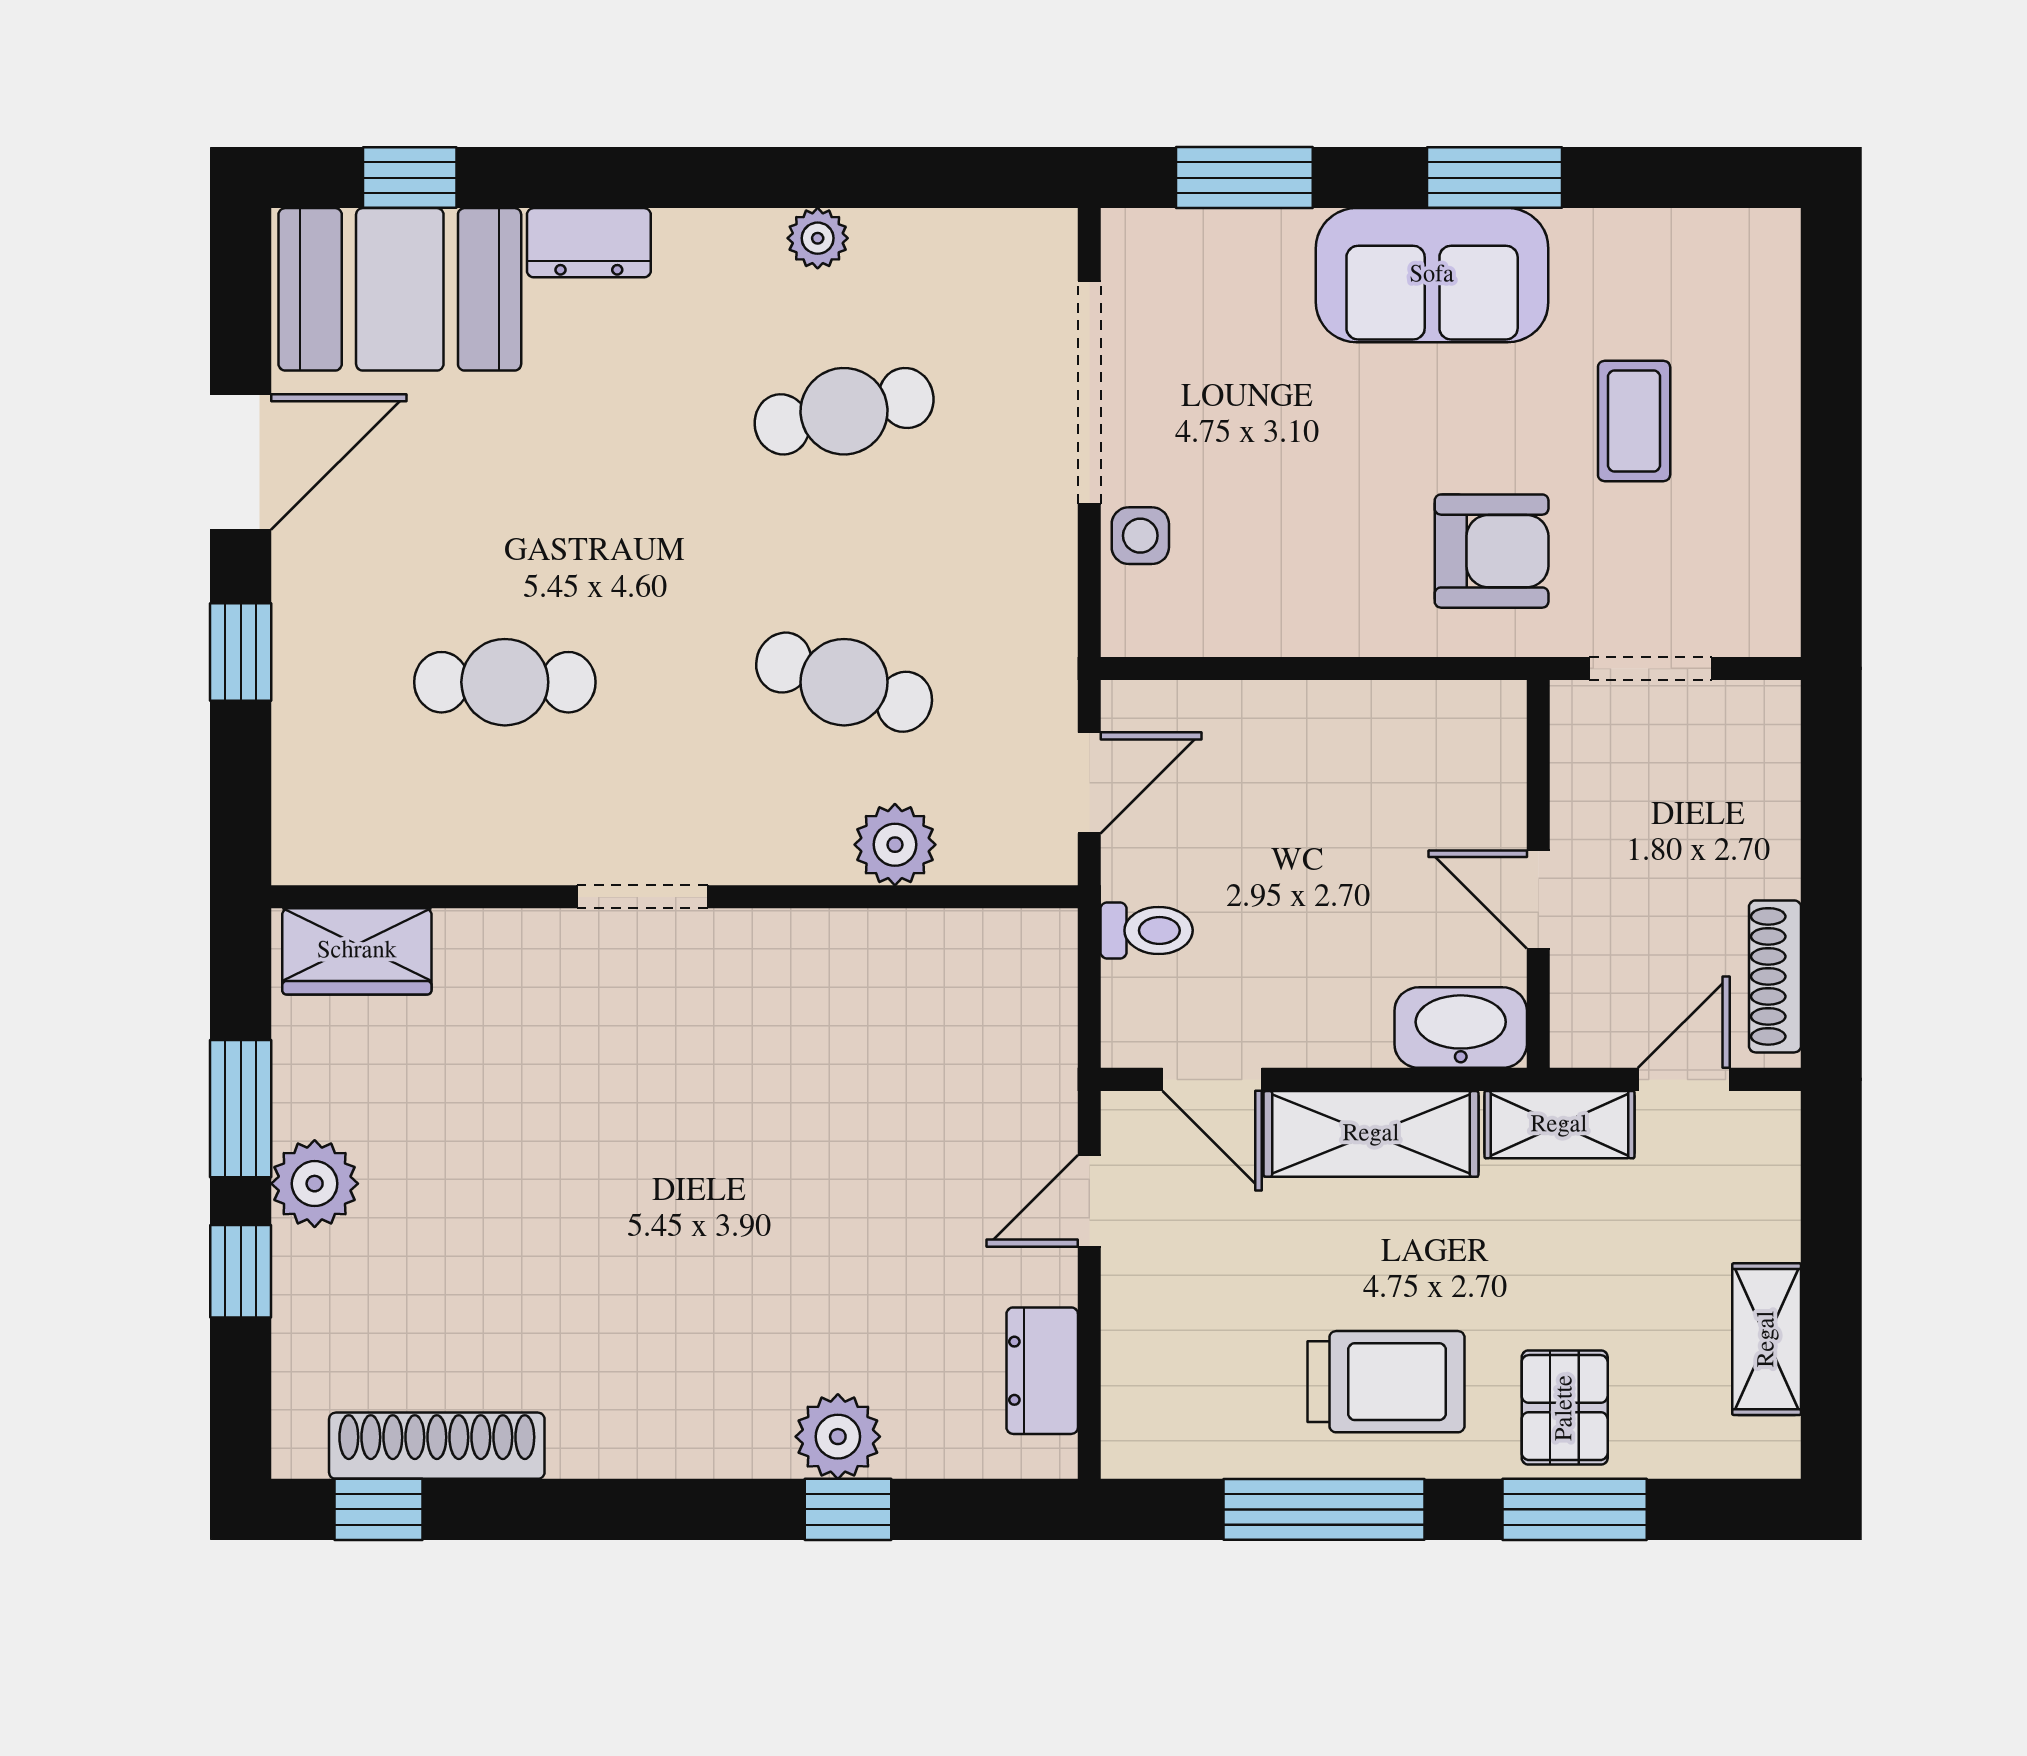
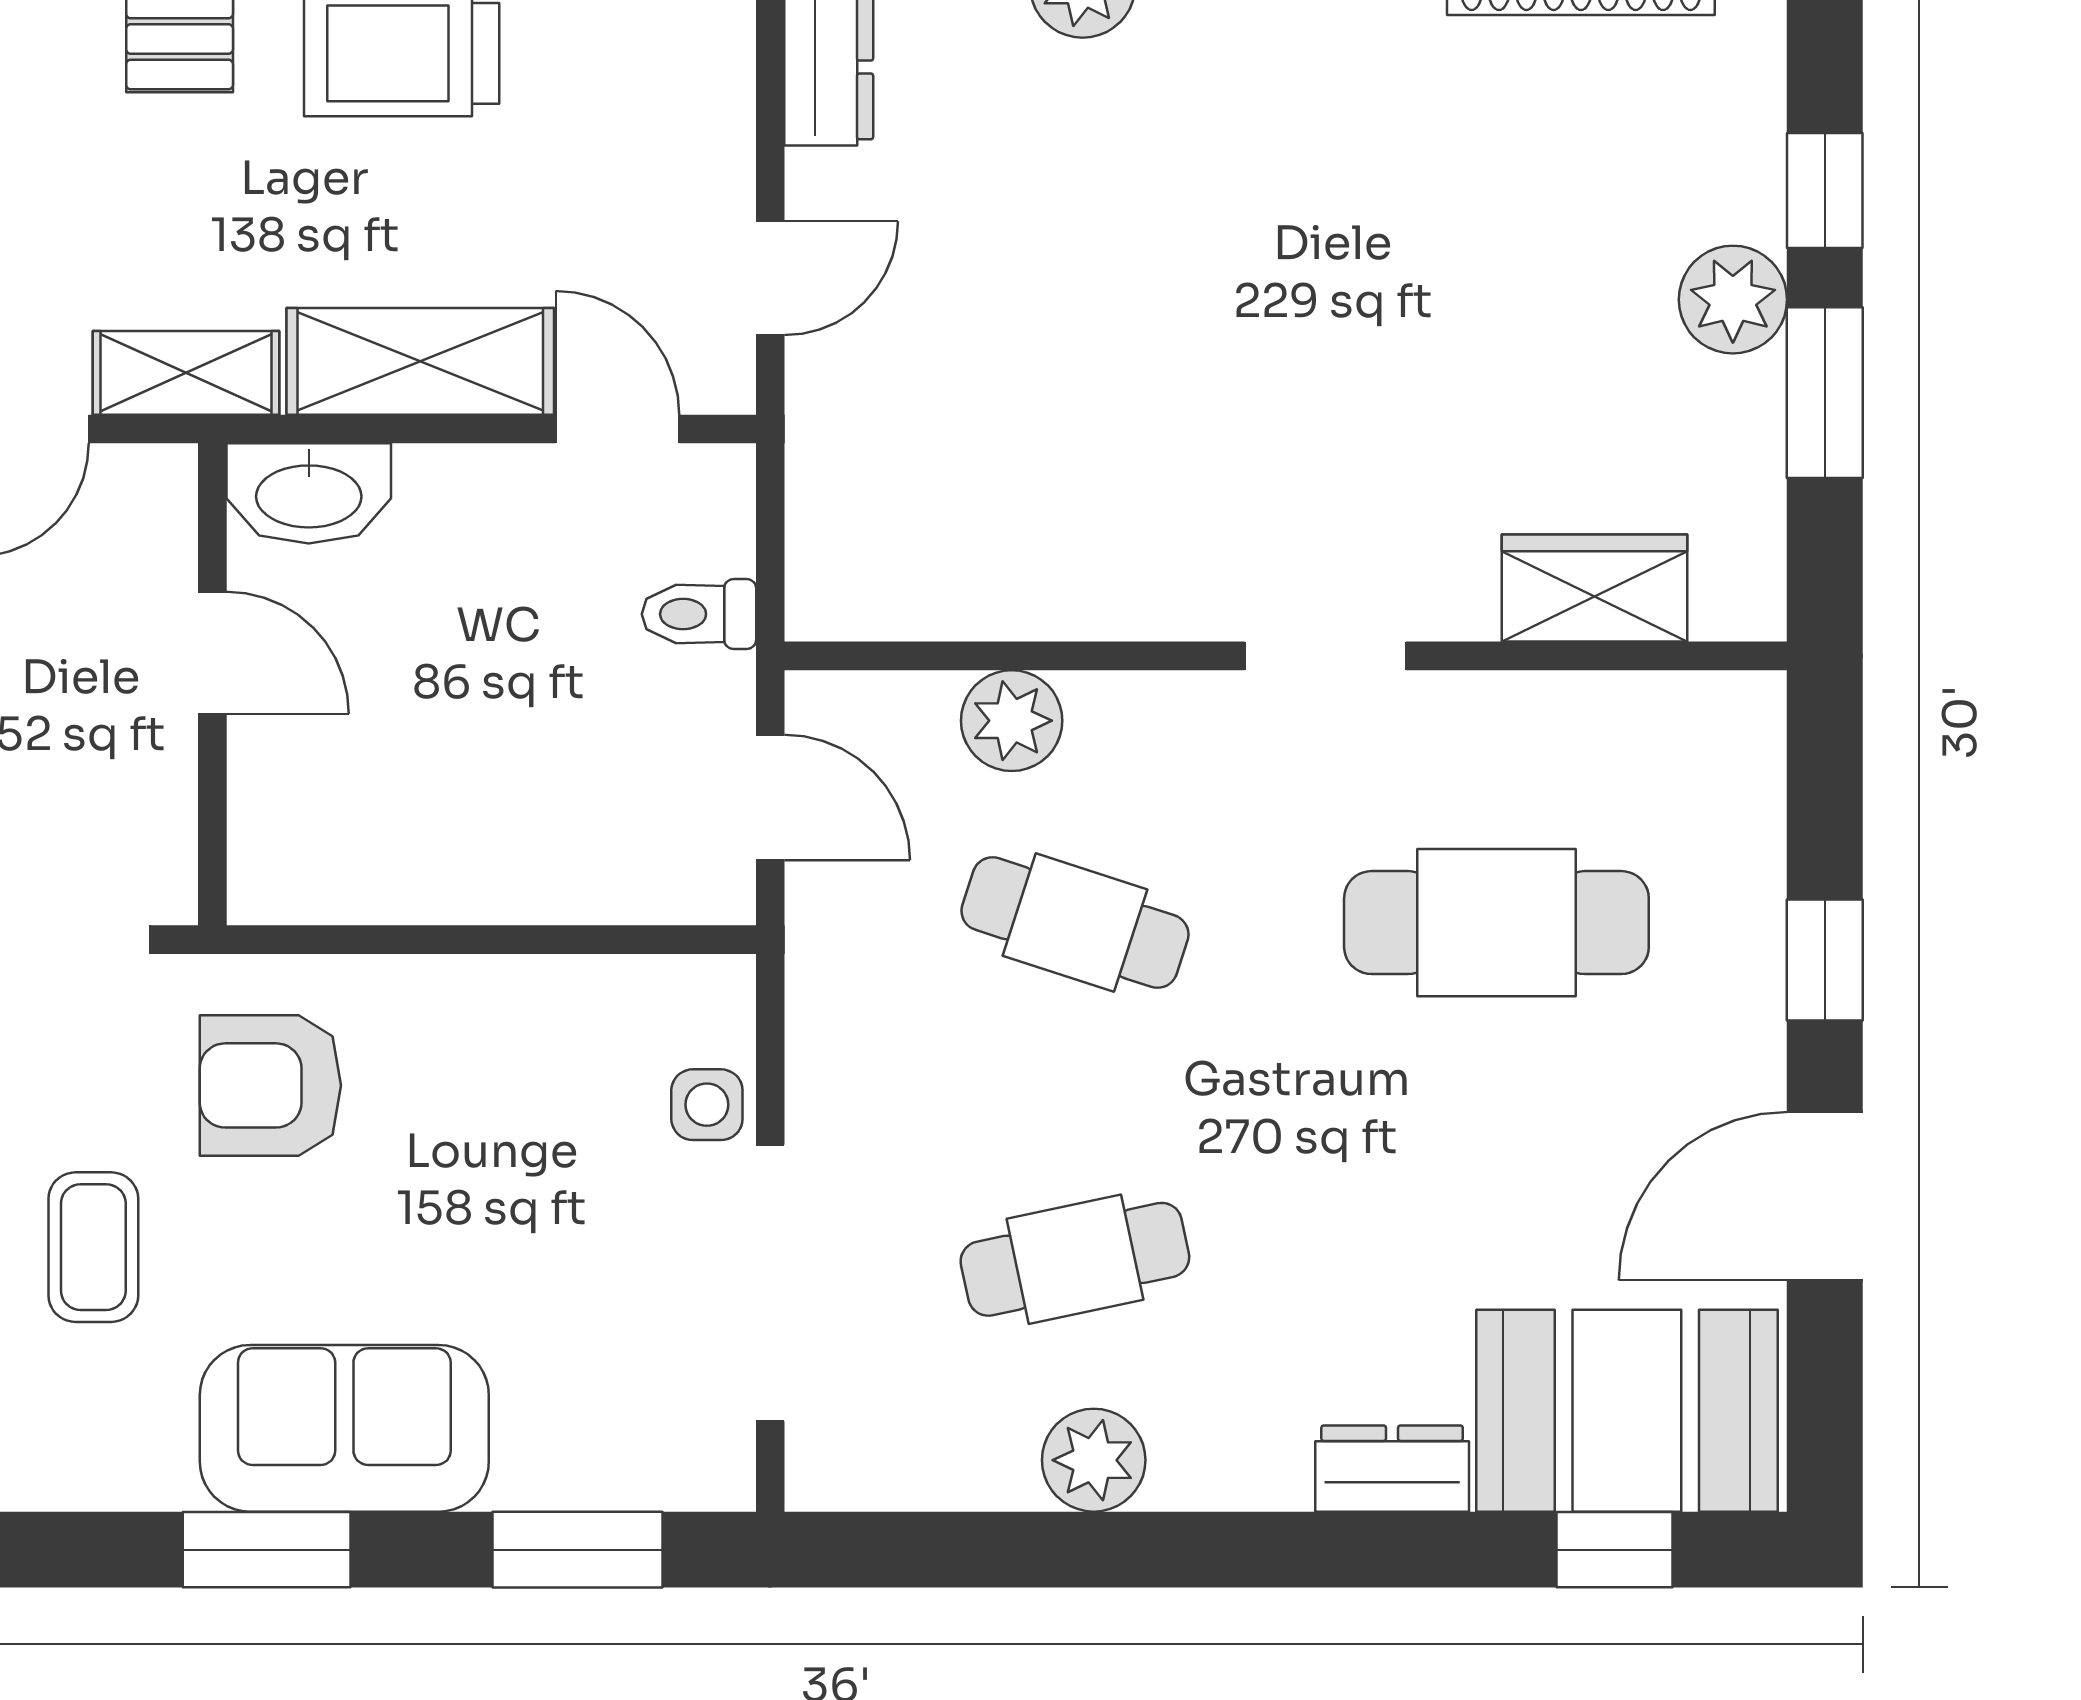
plant: (818, 238) -> (1094, 1460), width x1.38, depth x1.38
cafe table: (505, 682) -> (1496, 923), width x1.37, depth x1.35
door: (1089, 783) -> (770, 797), swing flipped
wardrobe: (357, 951) -> (1594, 588), moved

